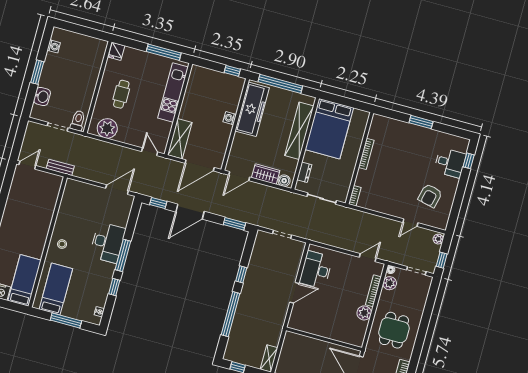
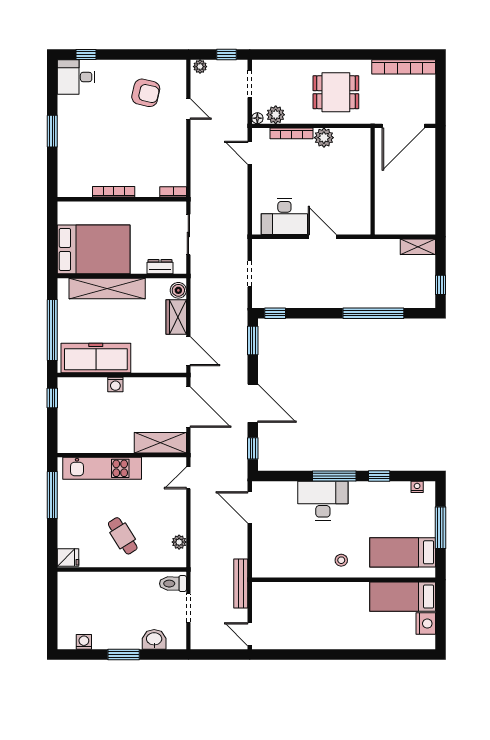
cafe table: (121, 94) -> (123, 536), turned 58
plant: (107, 128) -> (179, 542), width x0.53, depth x0.53
desk: (450, 163) -> (76, 77), moved, turned -90
bench: (60, 167) -> (241, 583), width x1.36
window: (241, 274) -> (275, 313), moved

